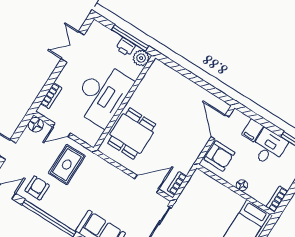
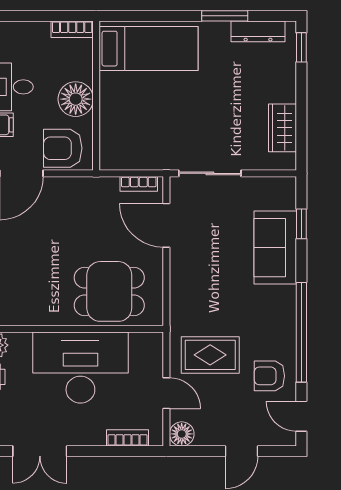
armchair: (220, 156) -> (63, 148), turned -90
floor lamp: (242, 185) -> (76, 99), width x1.89, depth x1.89

